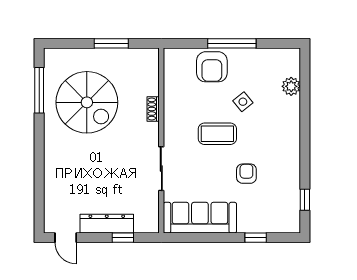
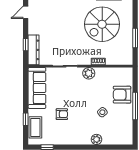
plant: (291, 86) -> (96, 139), moved
plant: (174, 126) -> (89, 73), added
coffee table: (217, 134) -> (35, 127), moved
dresser: (107, 224) -> (34, 50), moved

